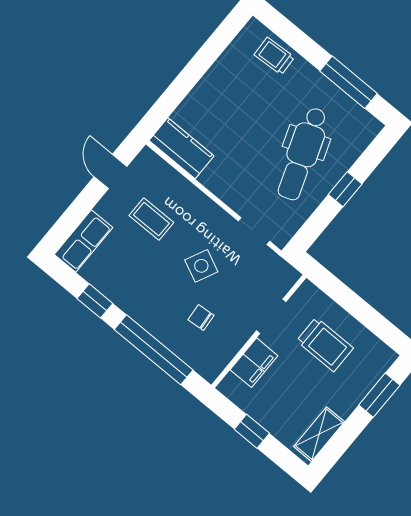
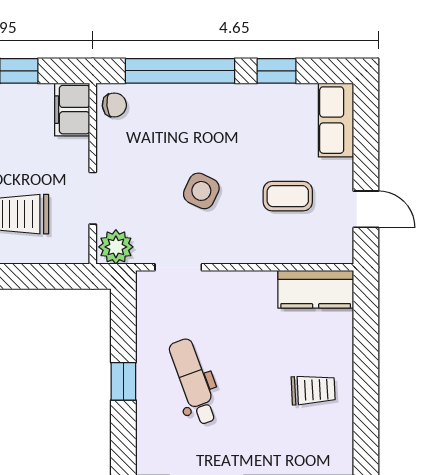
trolley: (274, 56) -> (313, 390), moved
dental chair: (303, 154) -> (193, 382), width x0.73, depth x0.72
plant: (282, 275) -> (116, 247), added
chair: (201, 318) -> (114, 105), moved
filing cabinet: (254, 363) -> (72, 110), moved

